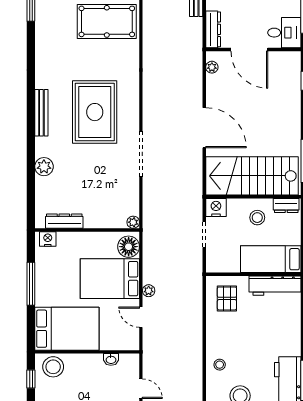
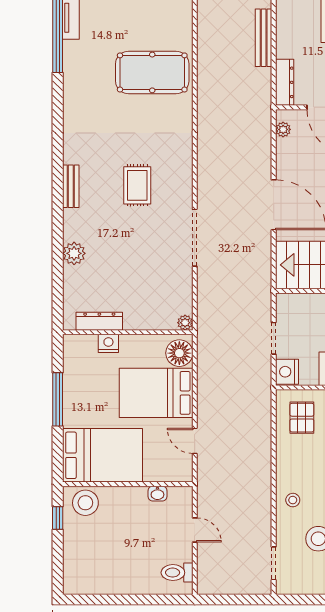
rug: (95, 112) -> (137, 185), width x0.54, depth x0.49
bench: (41, 113) -> (71, 186), width x0.73
nightstand: (216, 207) -> (287, 372), moved, turned -90
nightstand: (48, 239) -> (108, 343), moved
plant: (149, 291) -> (204, 408), removed

